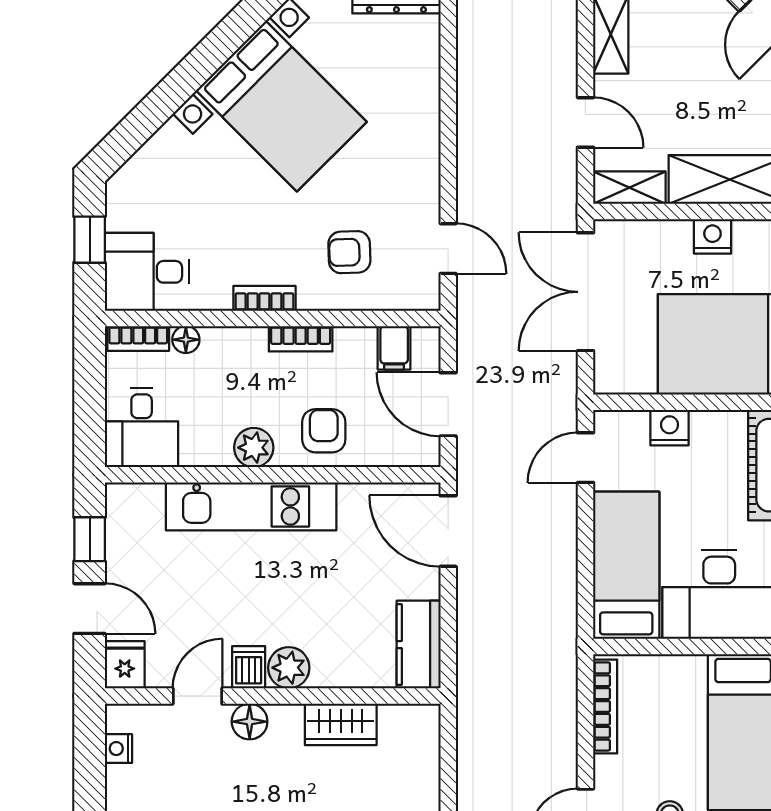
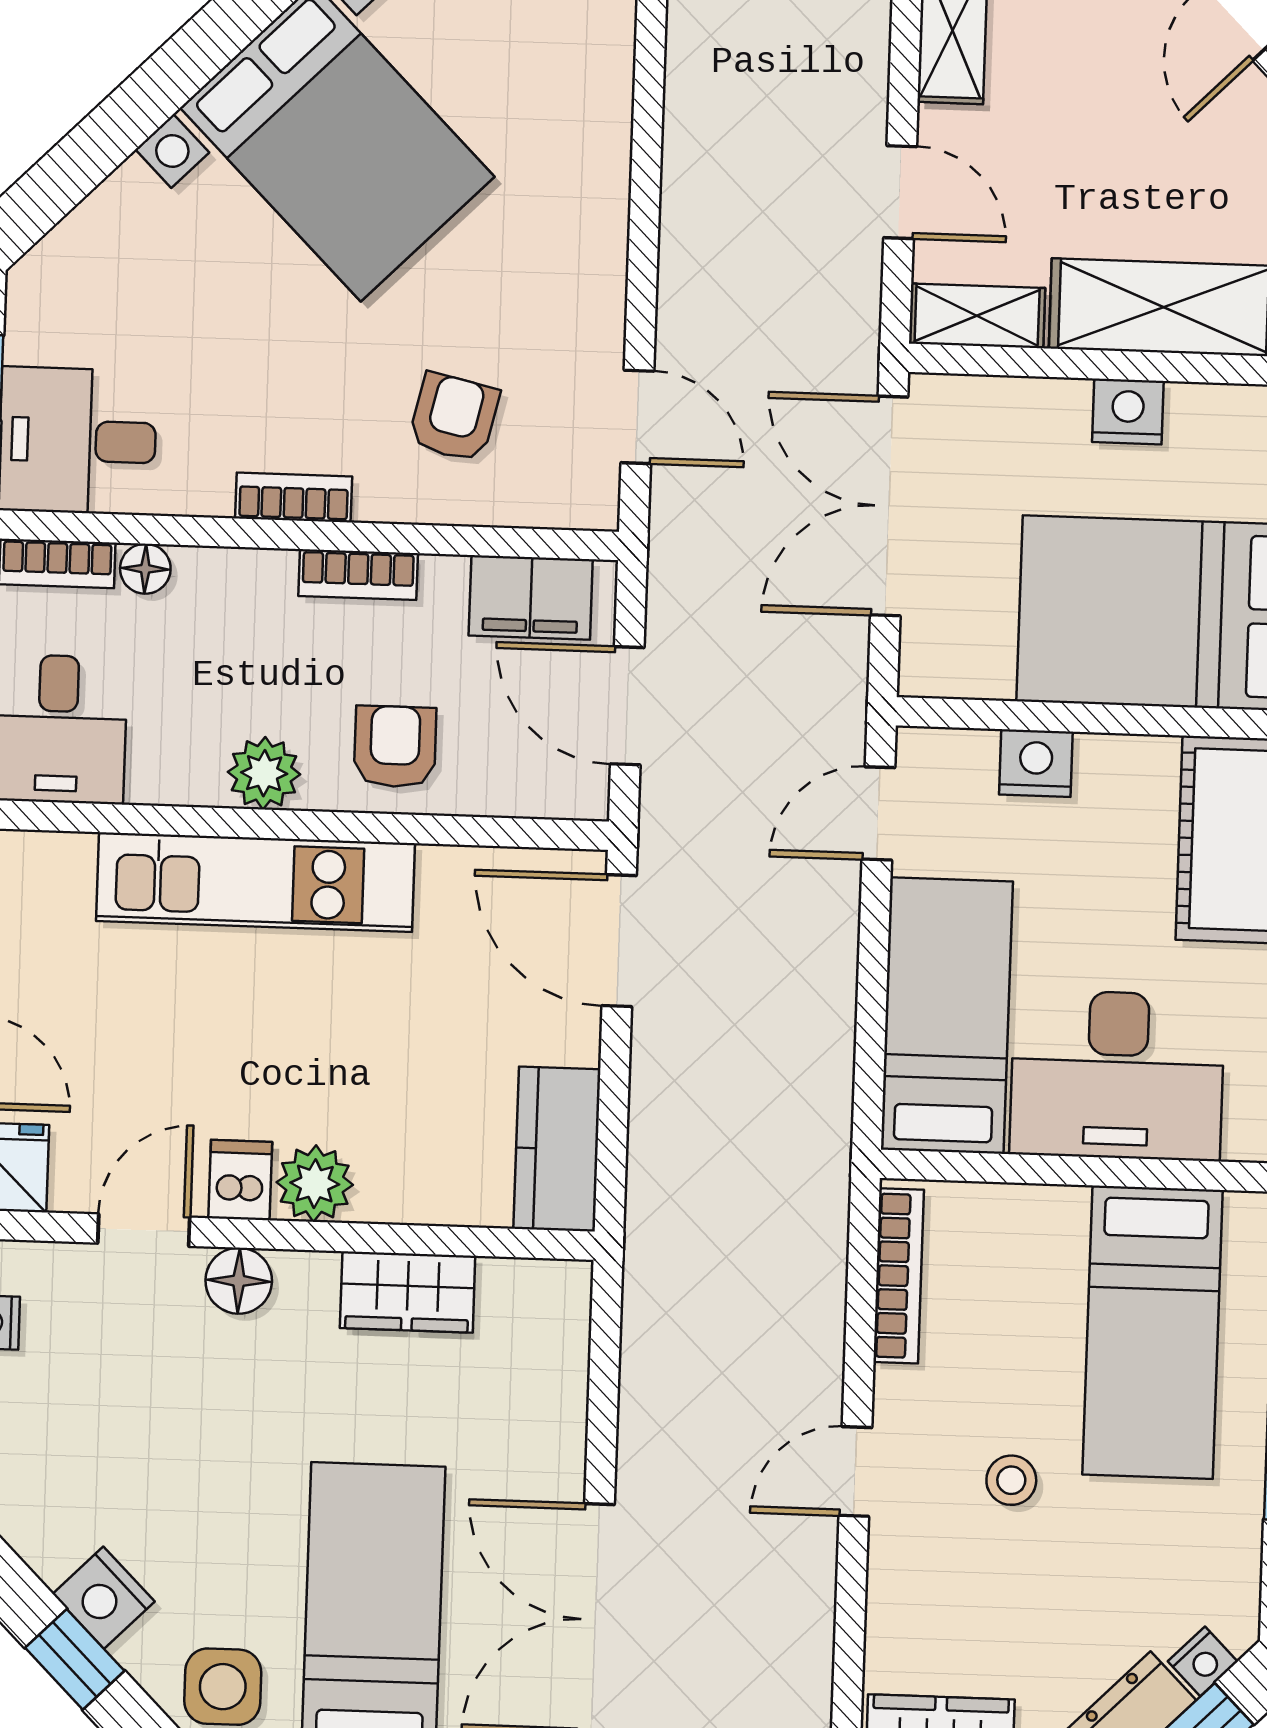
armchair: (349, 252) -> (454, 417), turned 105
filing cabinet: (394, 348) -> (531, 597), width x2.00

